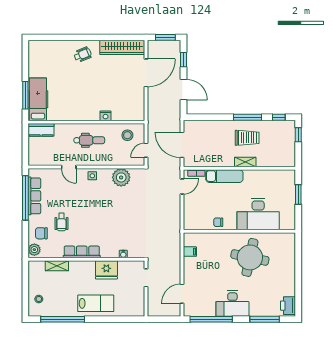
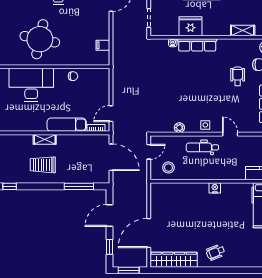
door: (184, 90) -> (109, 215), hinge flipped
nightstand: (106, 116) -> (215, 188), moved
window: (248, 117) -> (79, 186), moved
dental chair: (89, 140) -> (202, 147), moved
plant: (121, 177) -> (179, 128), width x0.53, depth x0.53
row of seats: (82, 252) -> (197, 45), moved

